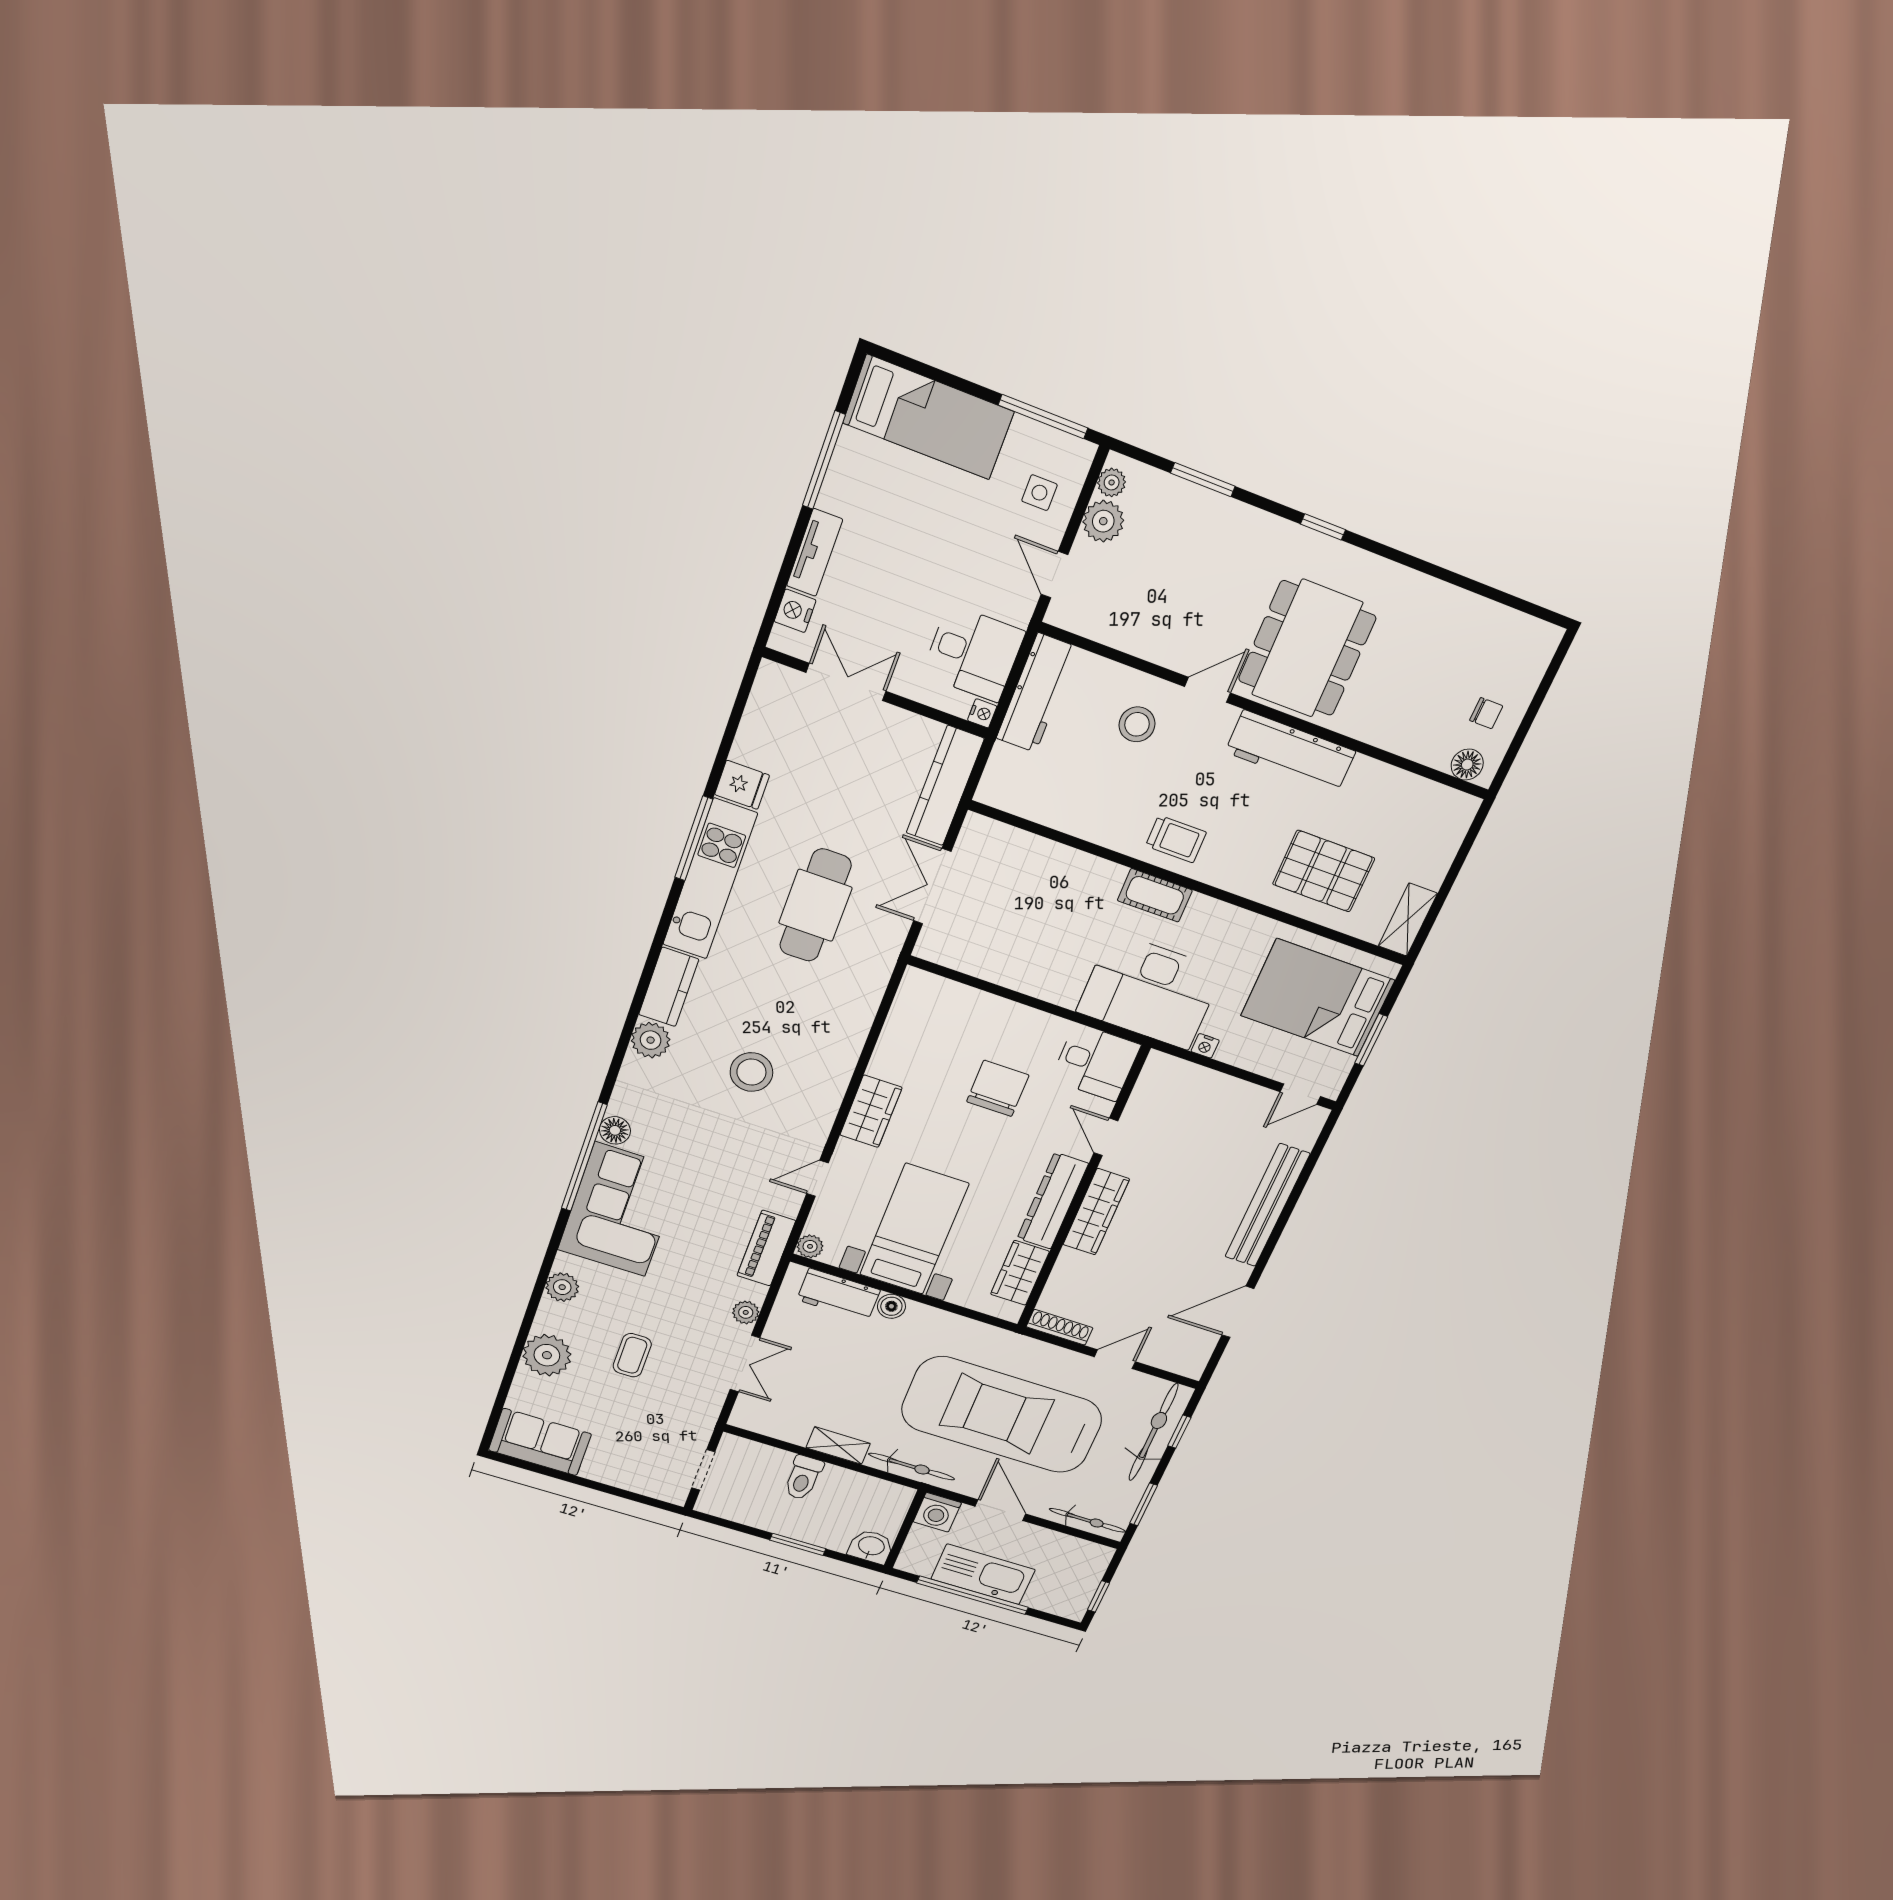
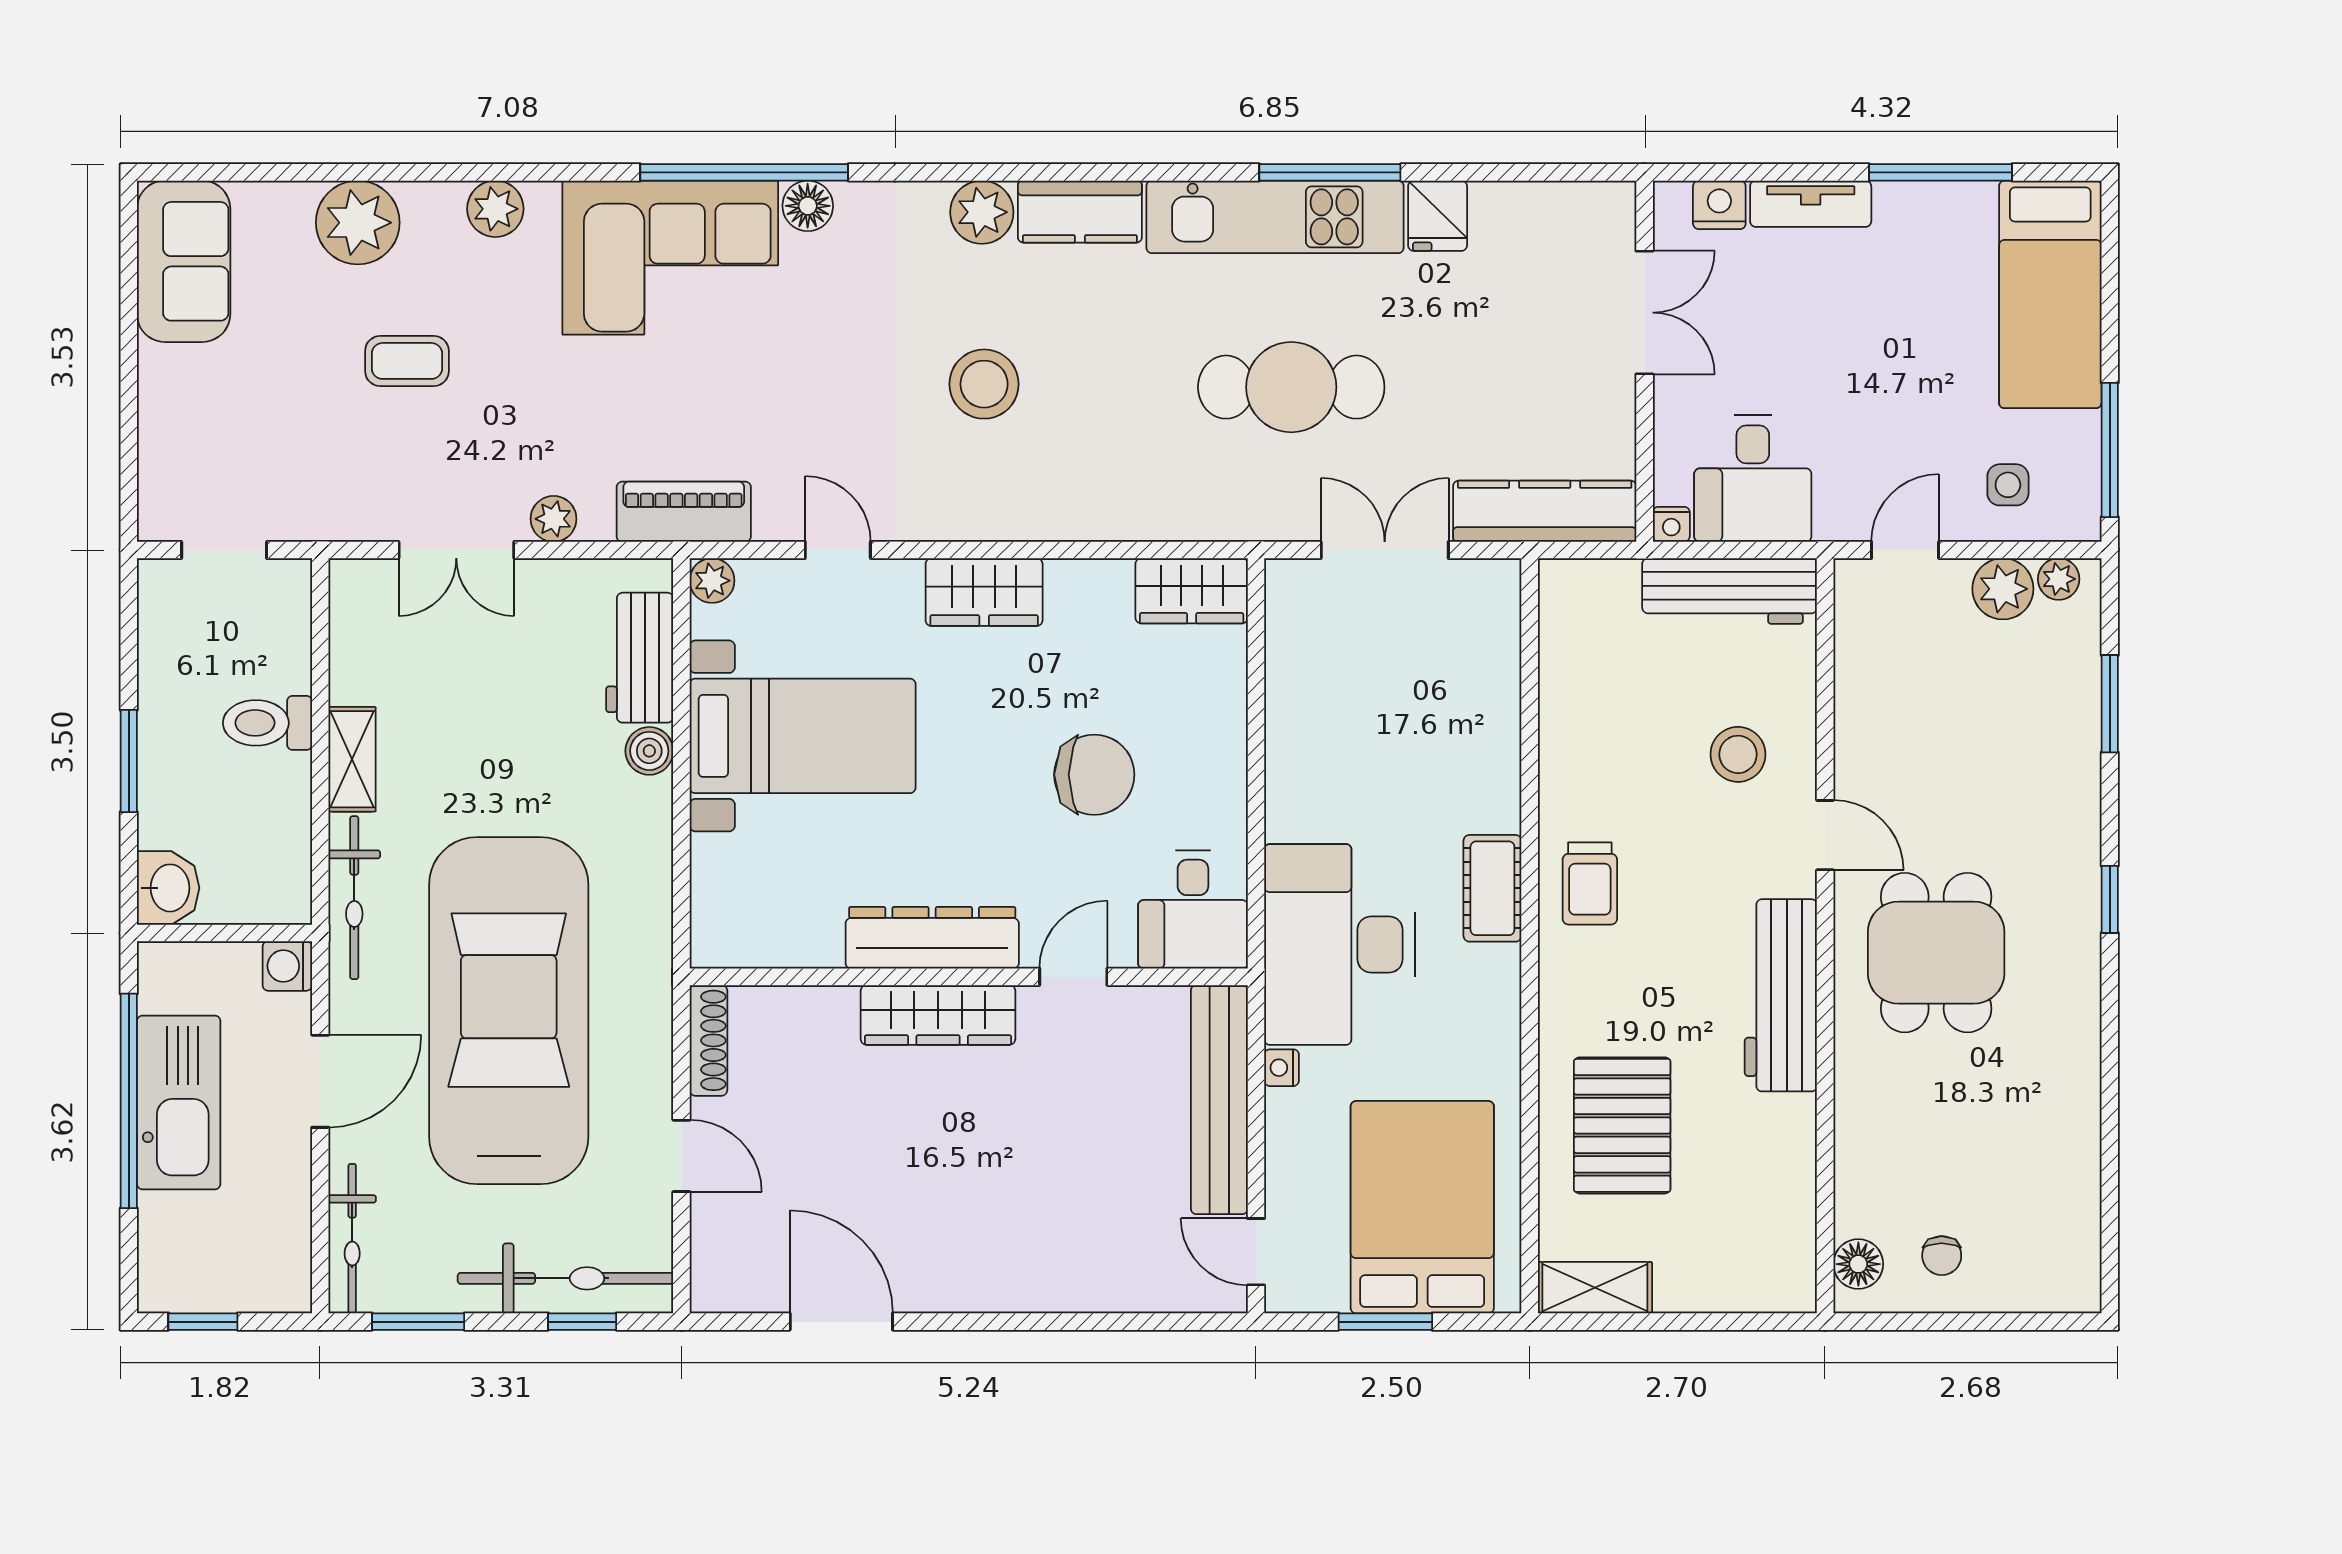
dining table: (1307, 649) -> (1936, 953), width x0.73
bench: (1267, 1205) -> (1219, 1100), moved, turned 90
wardrobe: (1020, 1273) -> (1192, 591), moved, turned 180
washing machine: (937, 1512) -> (287, 966), width x0.73, depth x0.73

